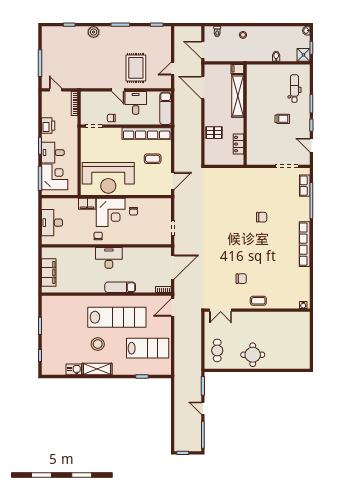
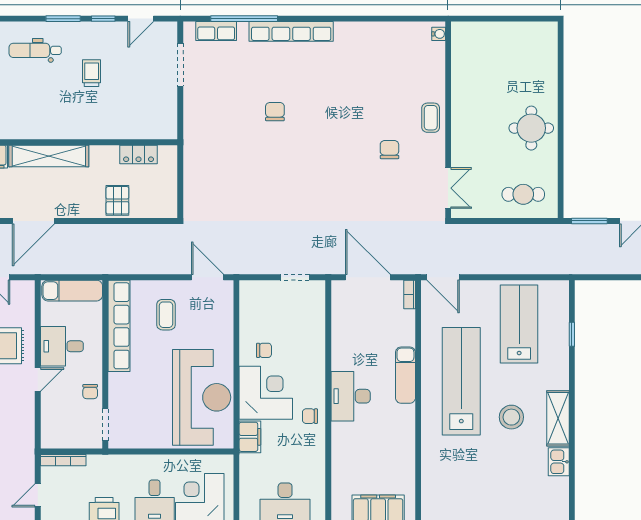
row of seats: (305, 244) -> (291, 31), moved

